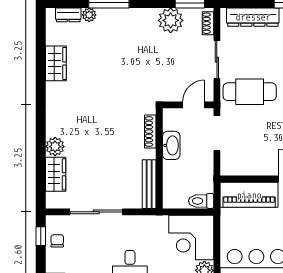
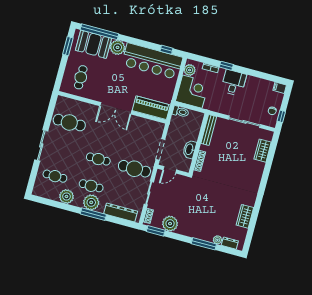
plant: (55, 147) -> (259, 167), removed

